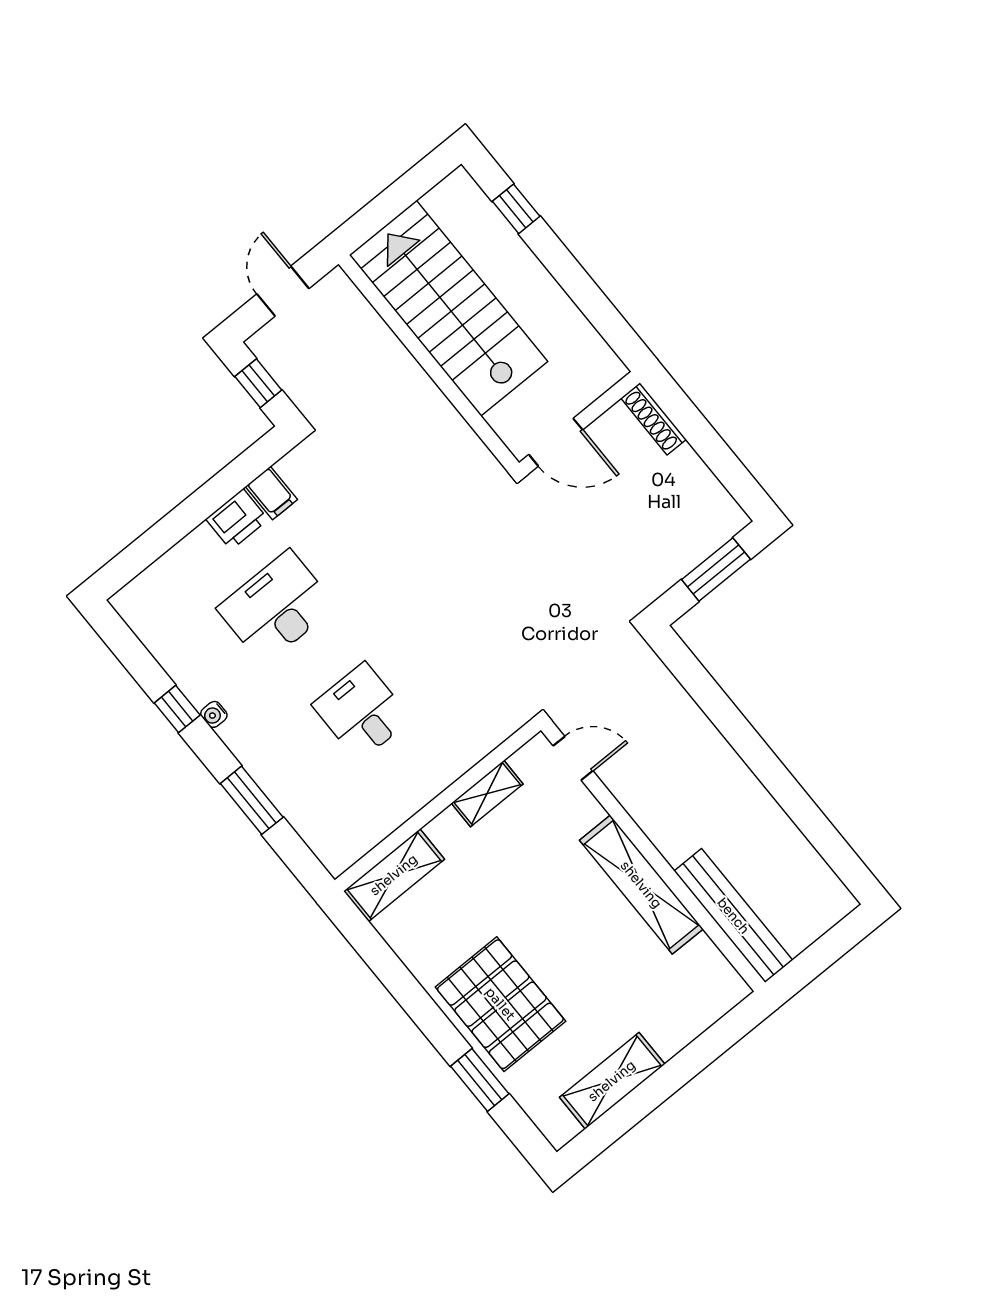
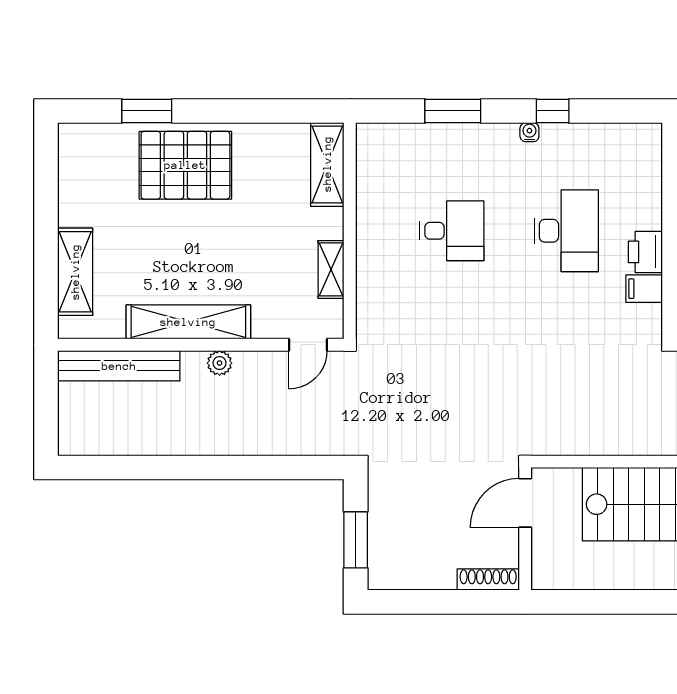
plant: (656, 826) -> (220, 363), added
shelving: (612, 1081) -> (75, 272), moved

